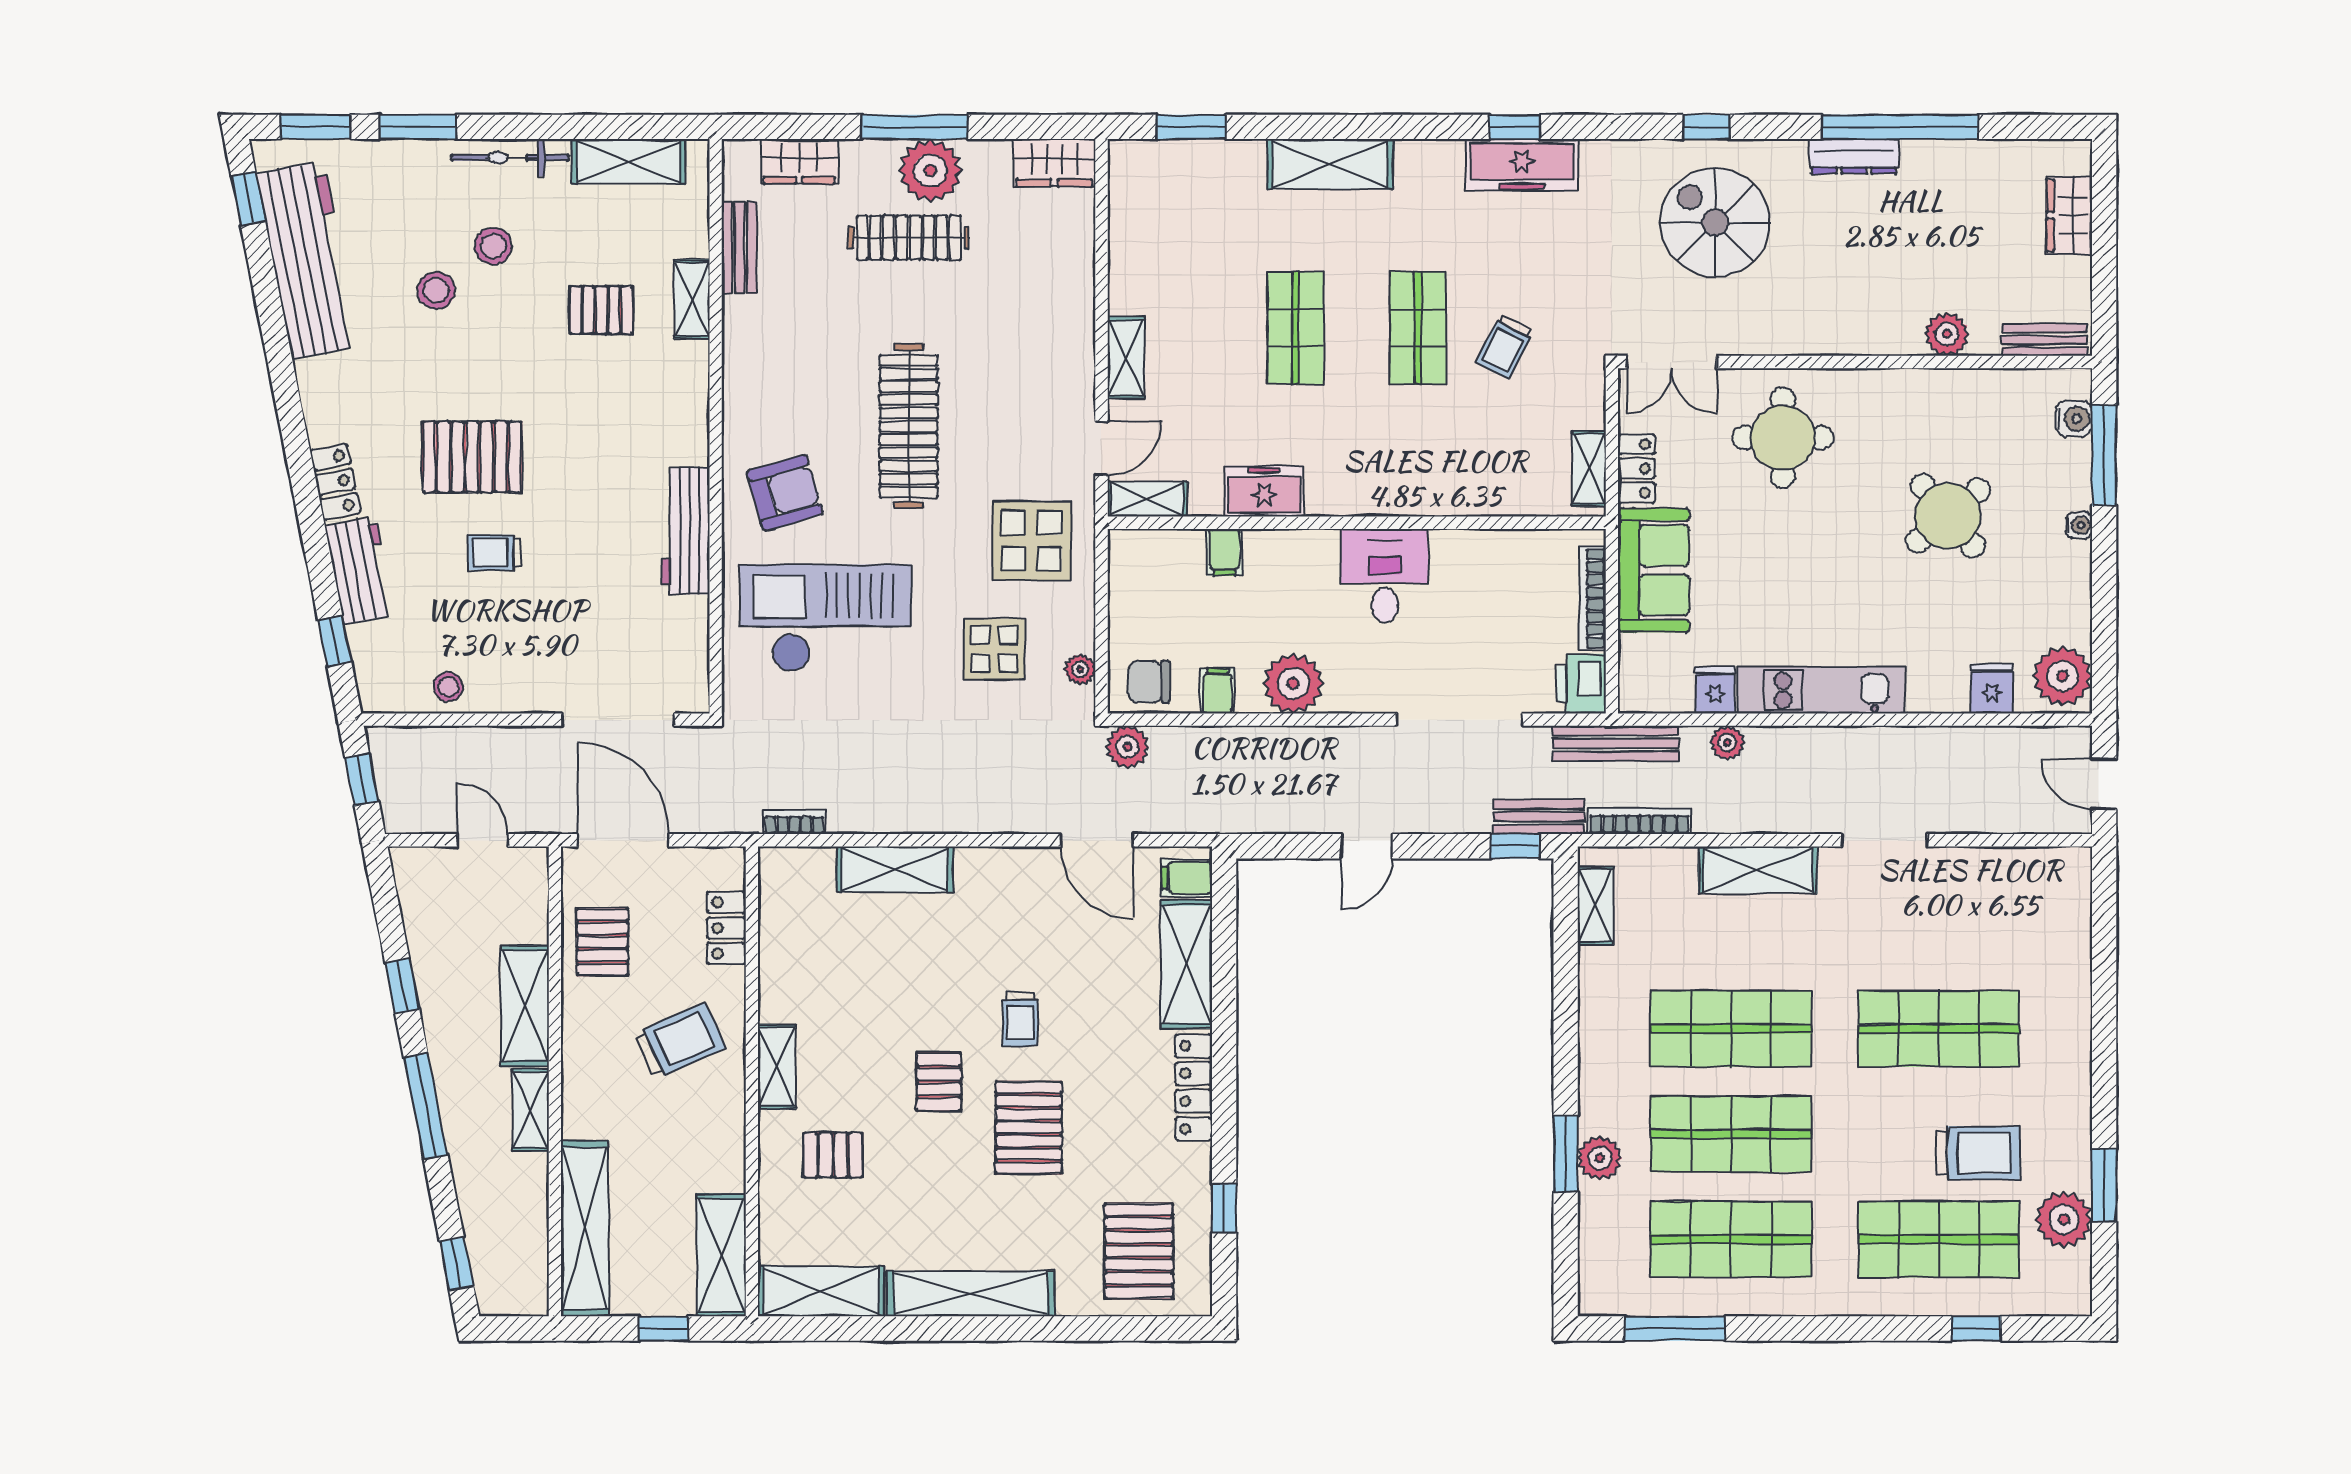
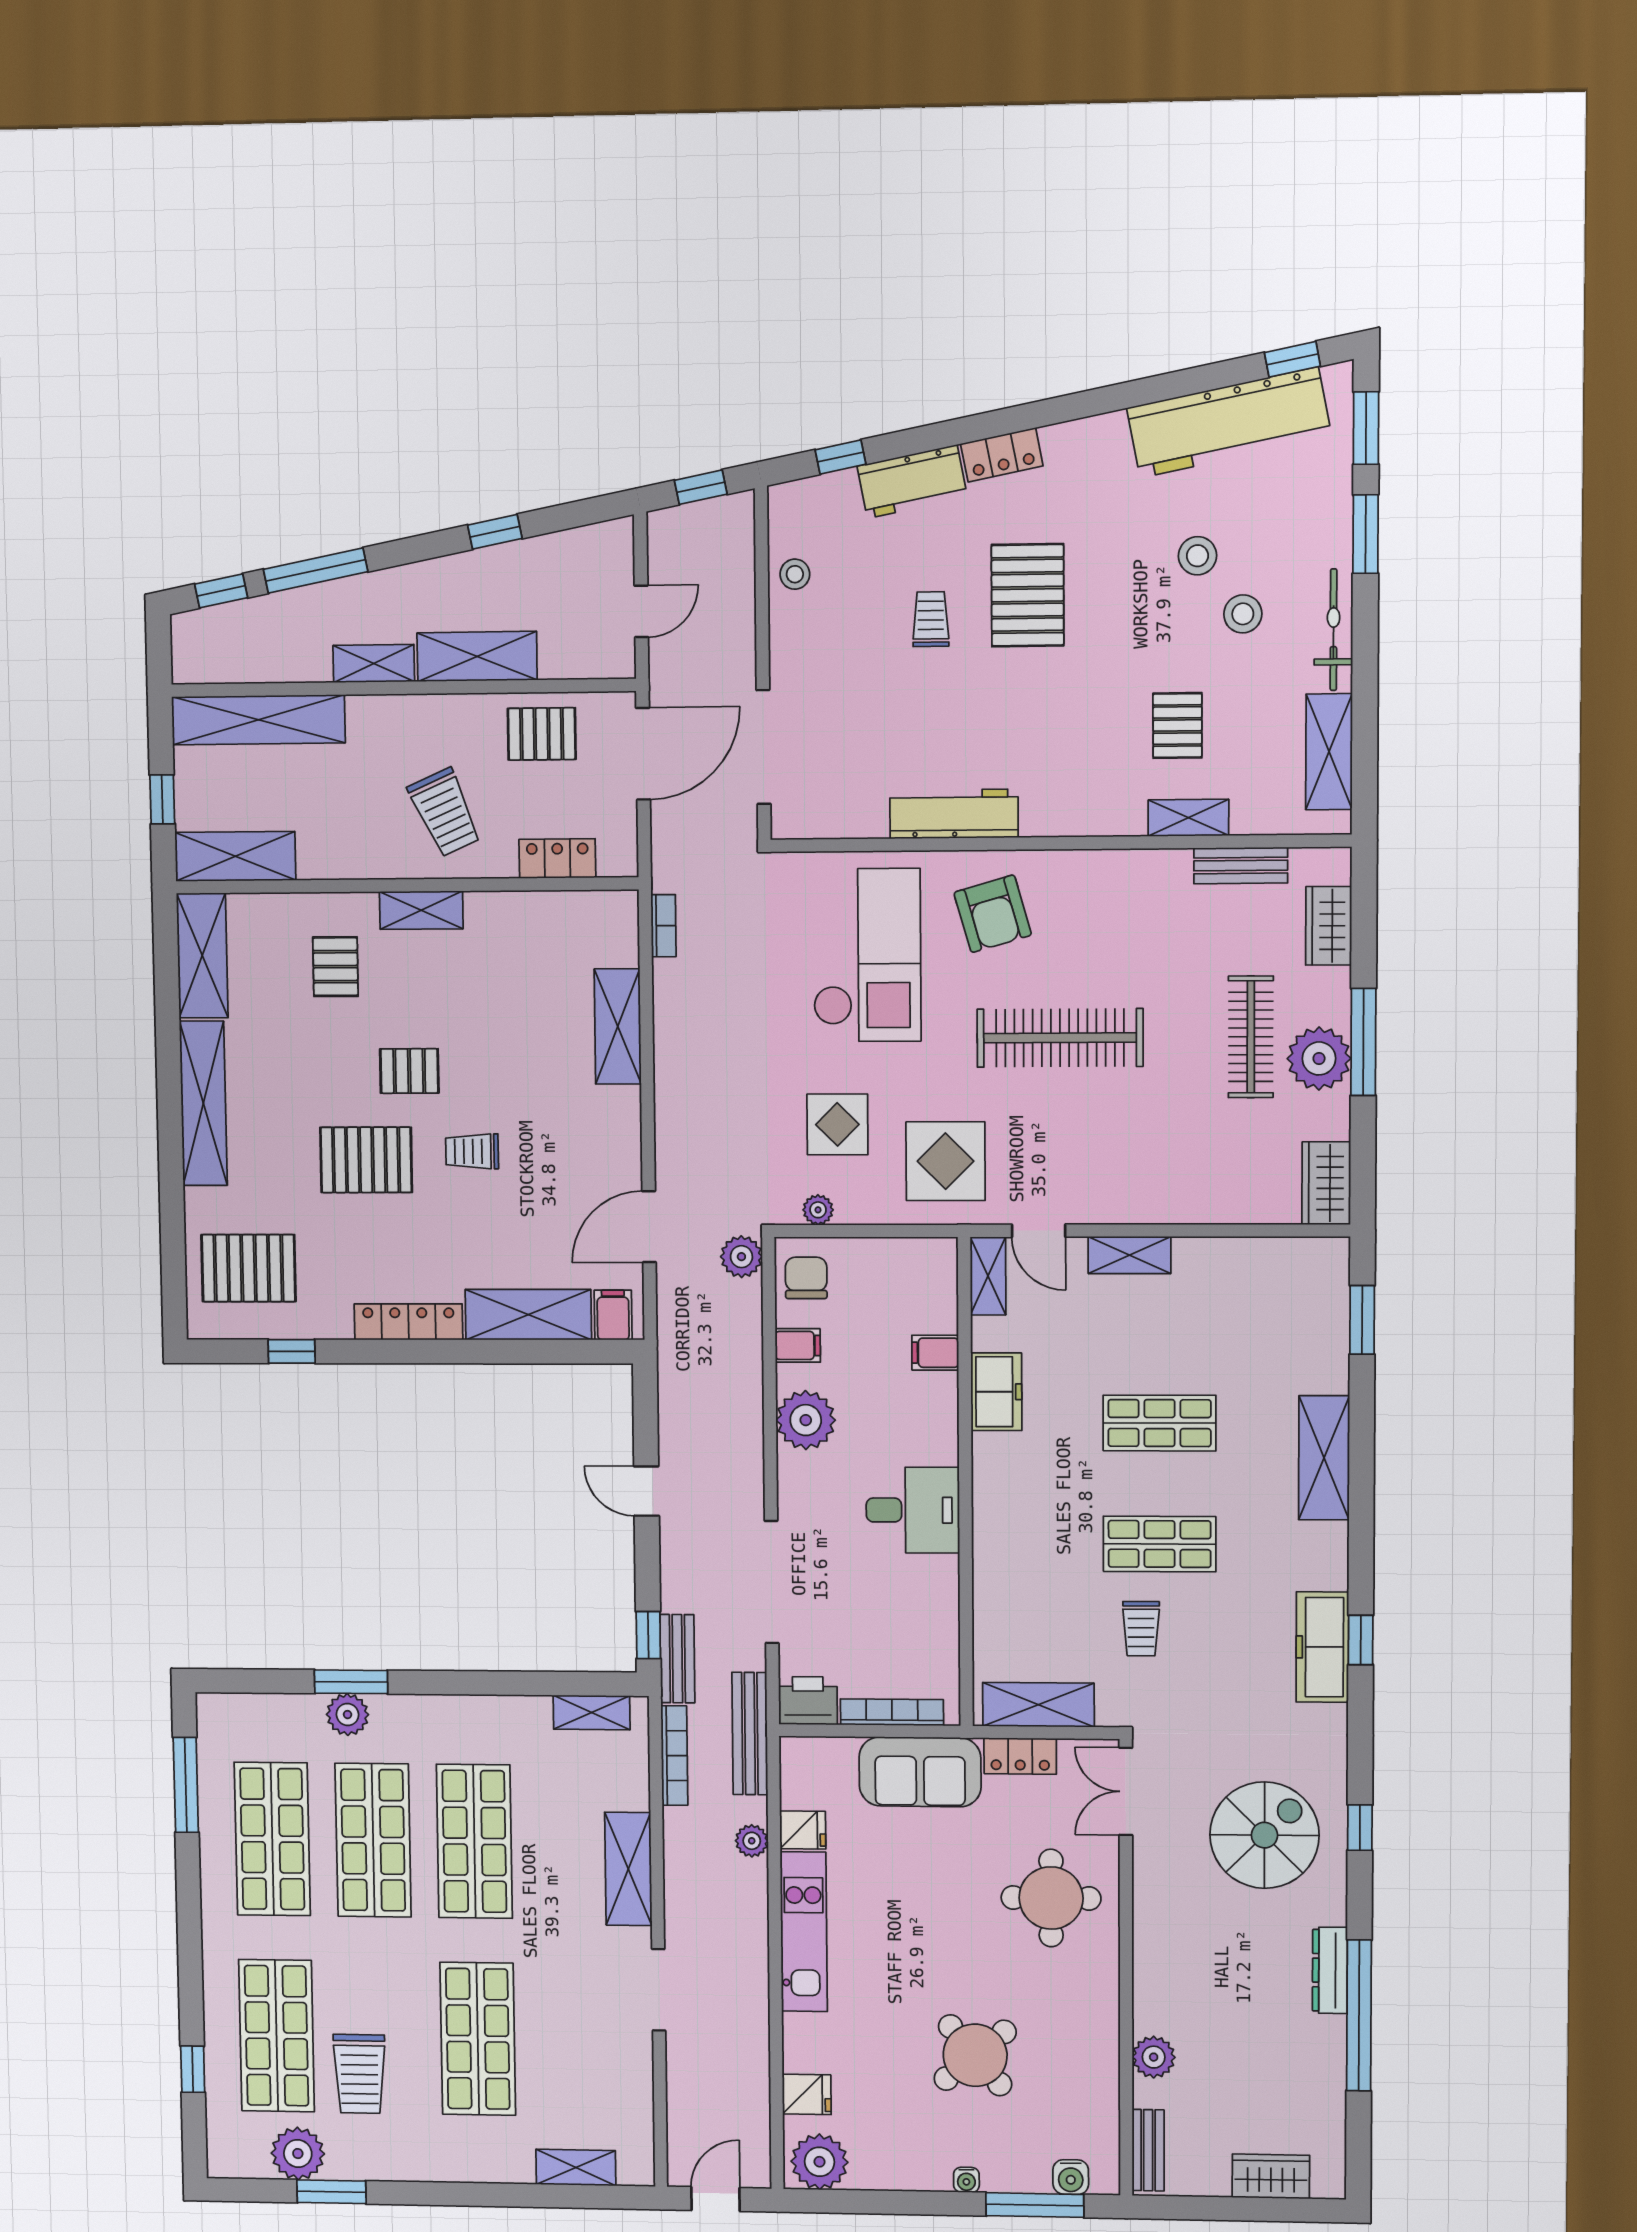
trolley: (1505, 346) -> (1141, 1629), turned -117
shelving: (1589, 469) -> (1038, 1705), width x1.50, depth x1.33
shelving: (2073, 929) -> (576, 2167), added
window: (426, 1106) -> (316, 571), moved

